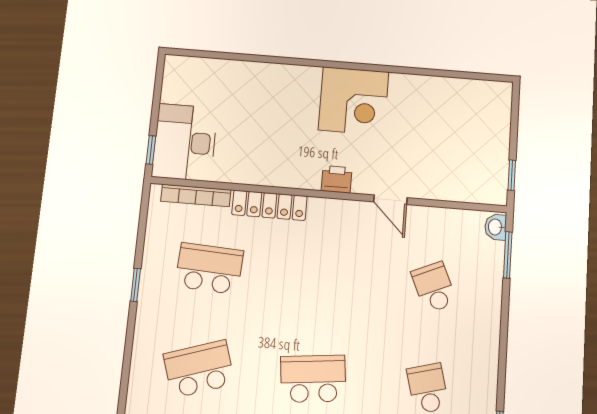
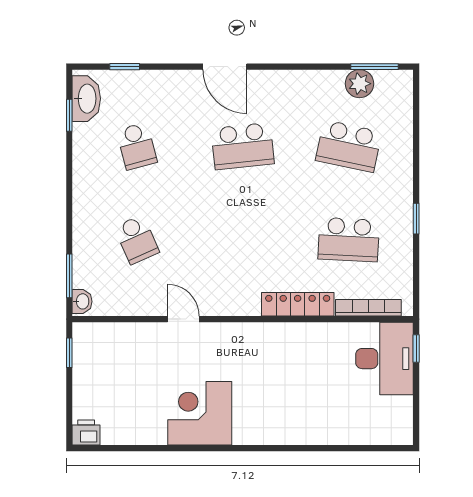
corner desk: (354, 101) -> (200, 413), moved
printer: (337, 179) -> (86, 432), moved, turned 180
school desk: (199, 369) -> (349, 146), turned 30

